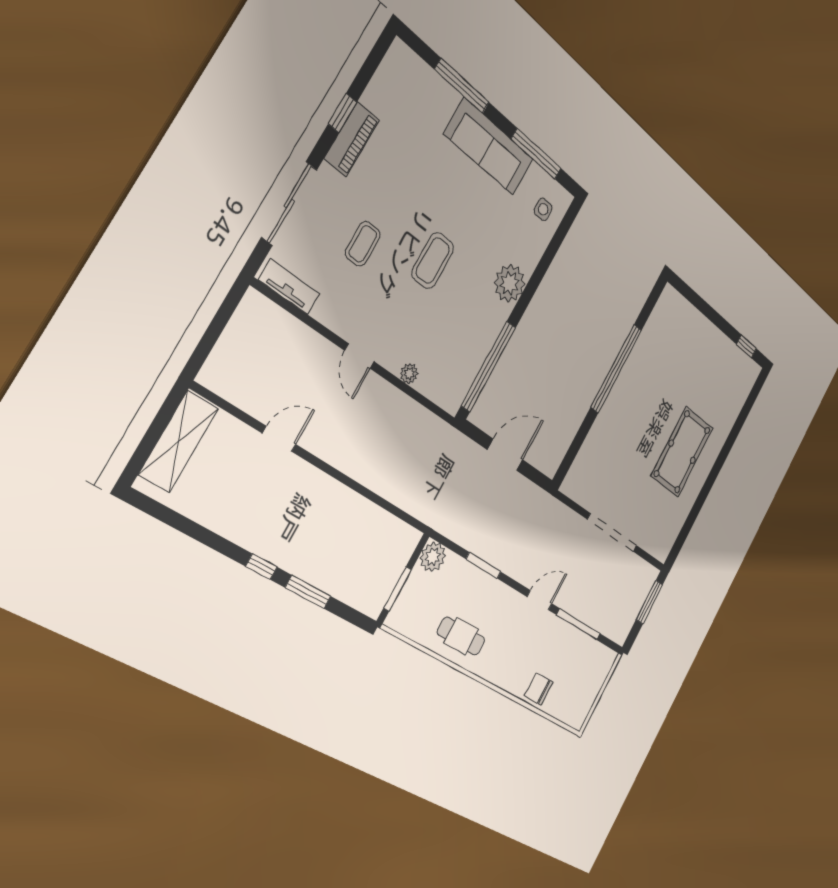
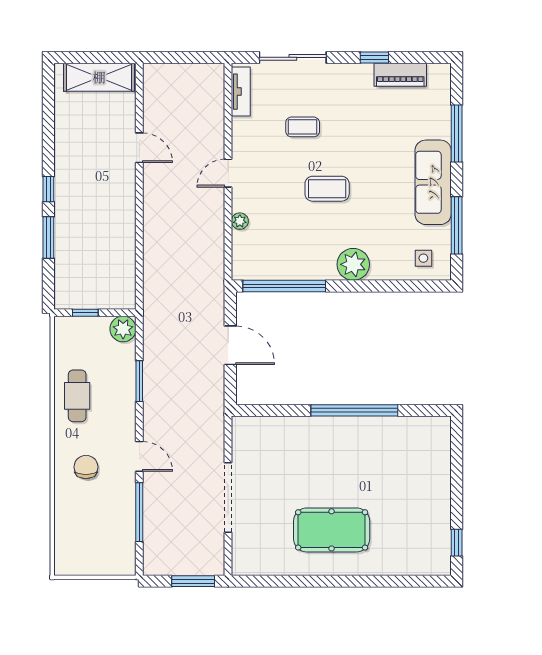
piano: (352, 139) -> (400, 75), moved
window: (398, 589) -> (85, 313), width x0.67
chair: (539, 689) -> (86, 467), moved

